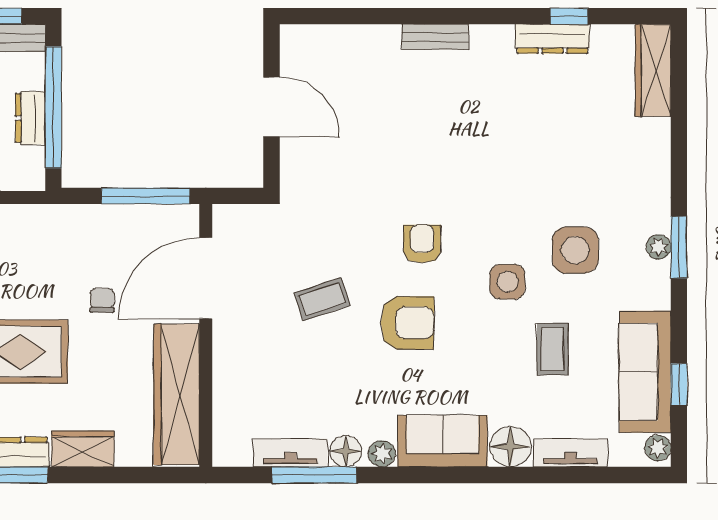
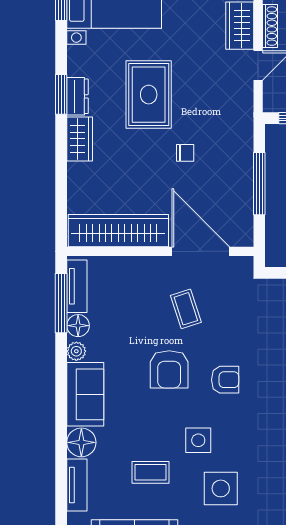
door: (206, 278) -> (201, 251), moved
wall: (206, 335) -> (160, 251), moved
wardrobe: (177, 394) -> (118, 231), moved

